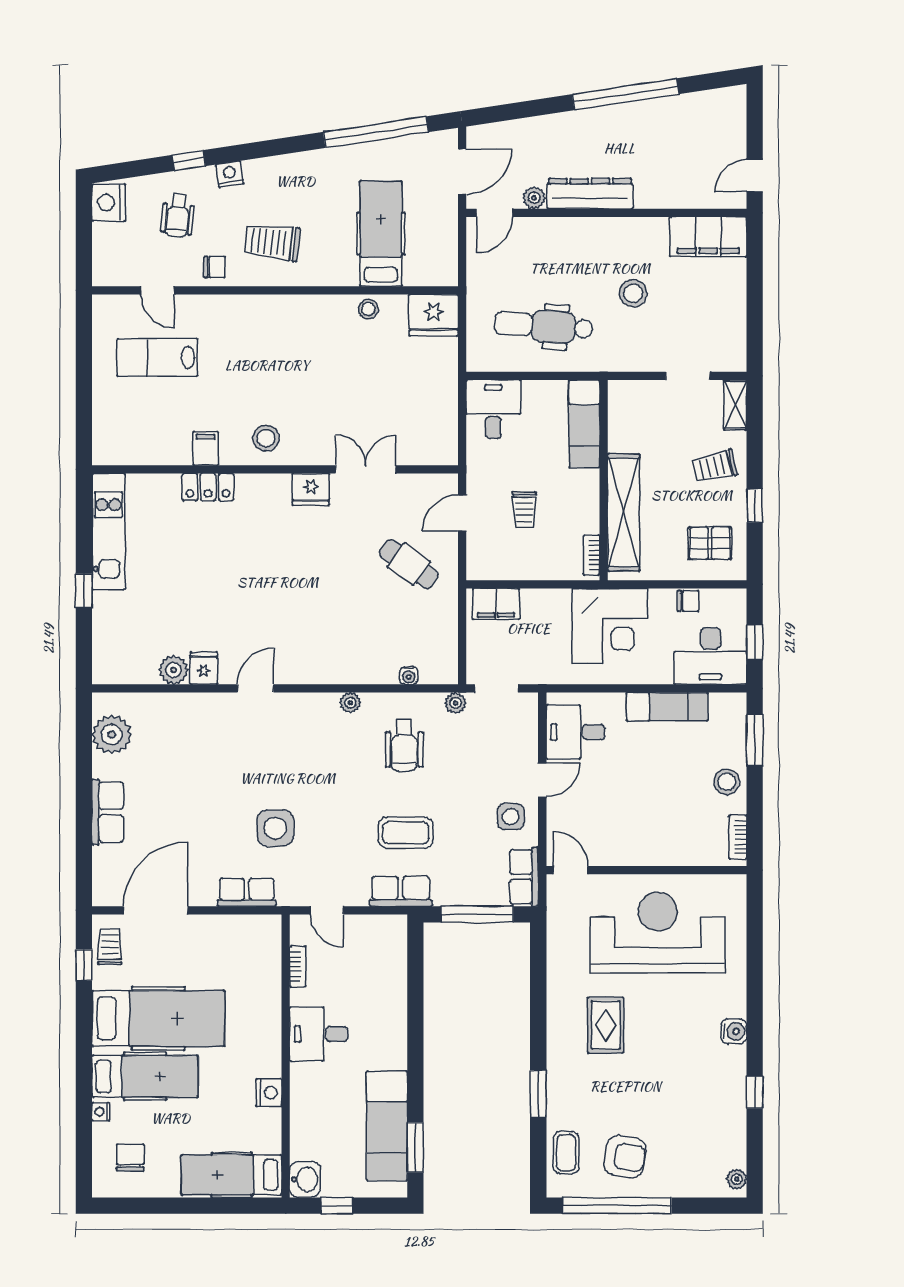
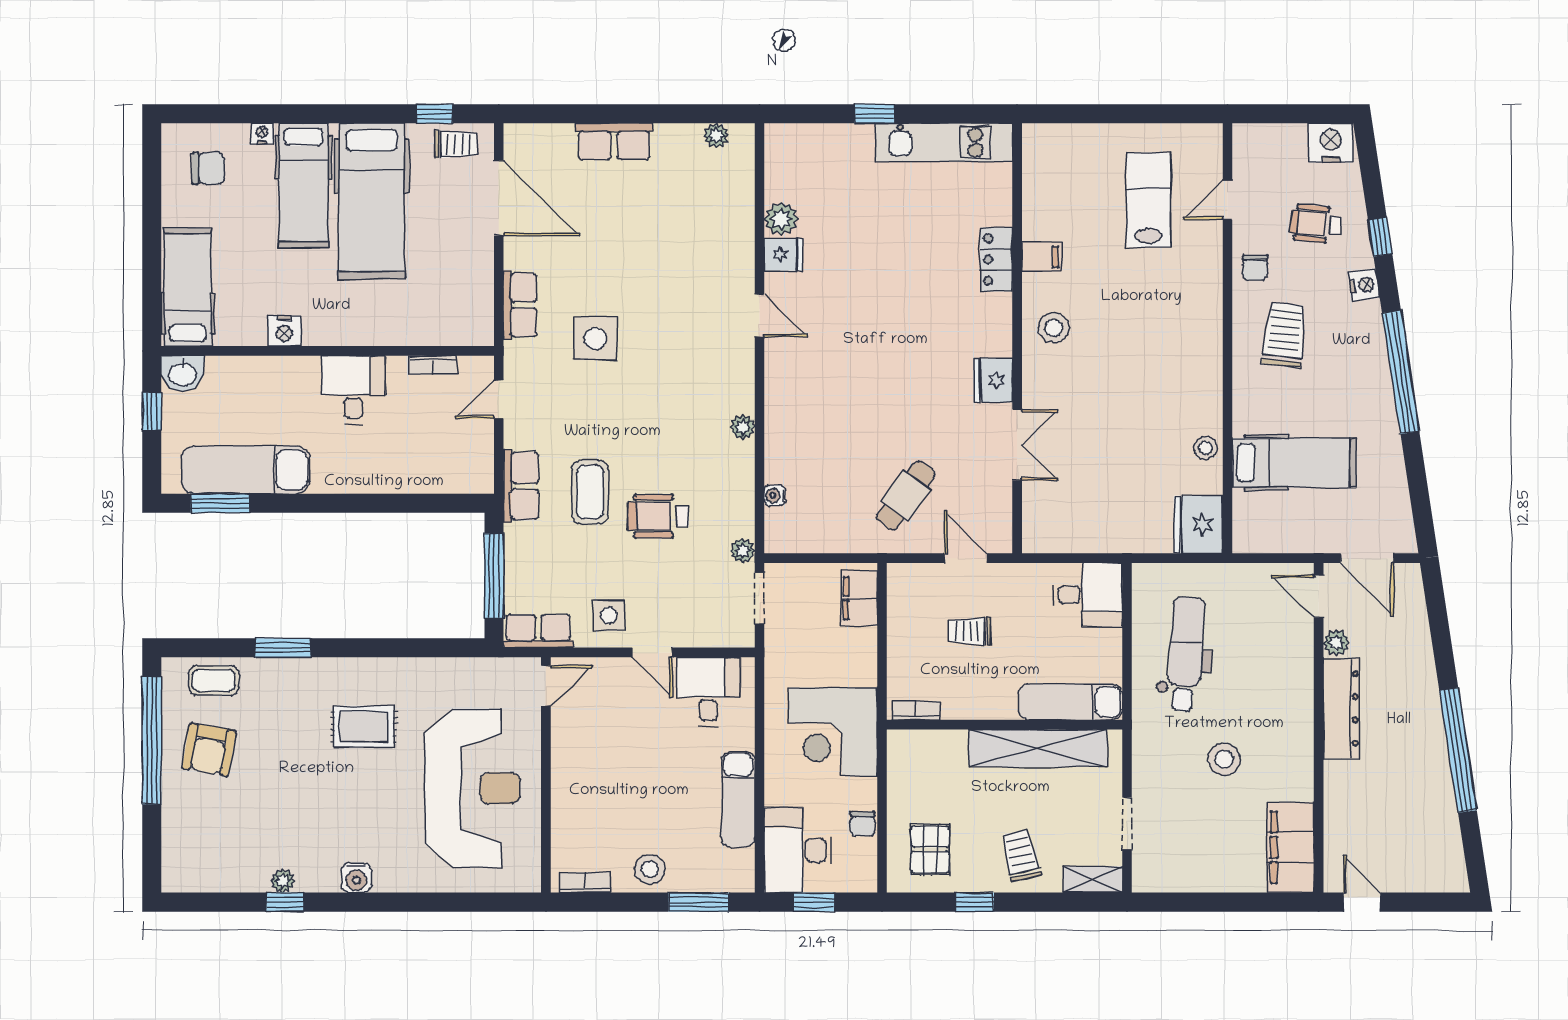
window: (376, 132) -> (1401, 372), moved
shelving: (624, 512) -> (1038, 748), moved
plant: (112, 735) -> (716, 135), width x0.53, depth x0.53
wheelchair: (404, 745) -> (658, 516), moved
plant: (737, 1179) -> (283, 881), moved

